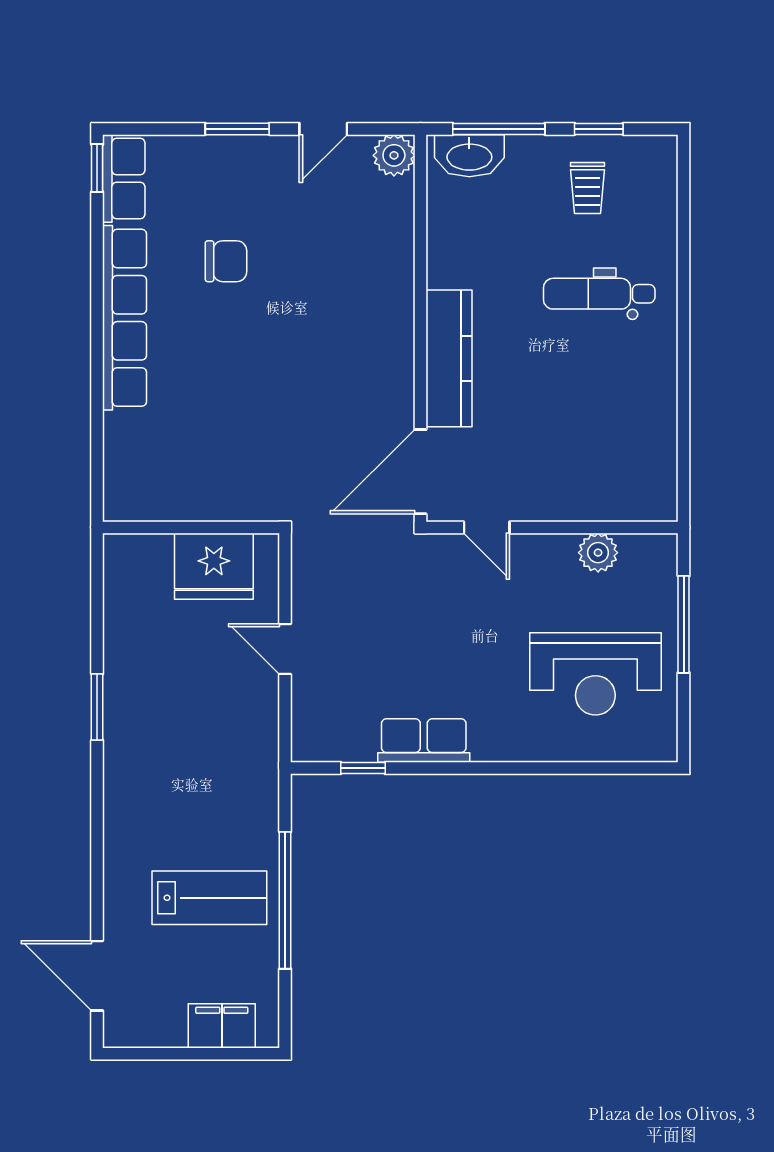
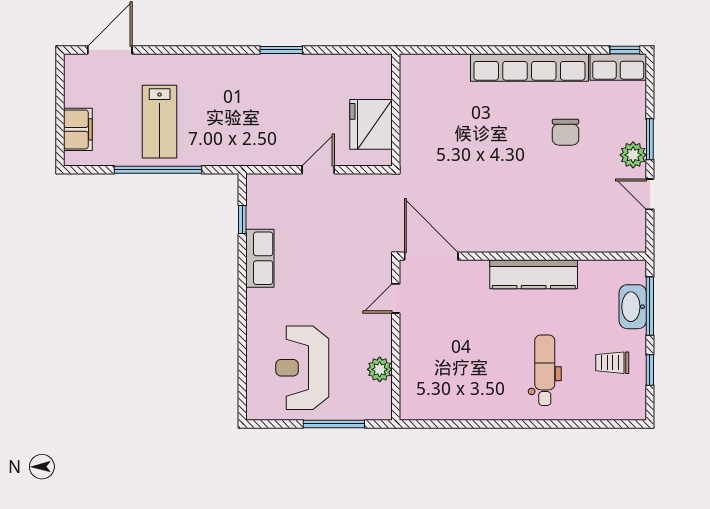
plant: (394, 155) -> (633, 155), moved
washbasin: (469, 156) -> (633, 307), moved
kitchen counter: (449, 358) -> (534, 274), moved

